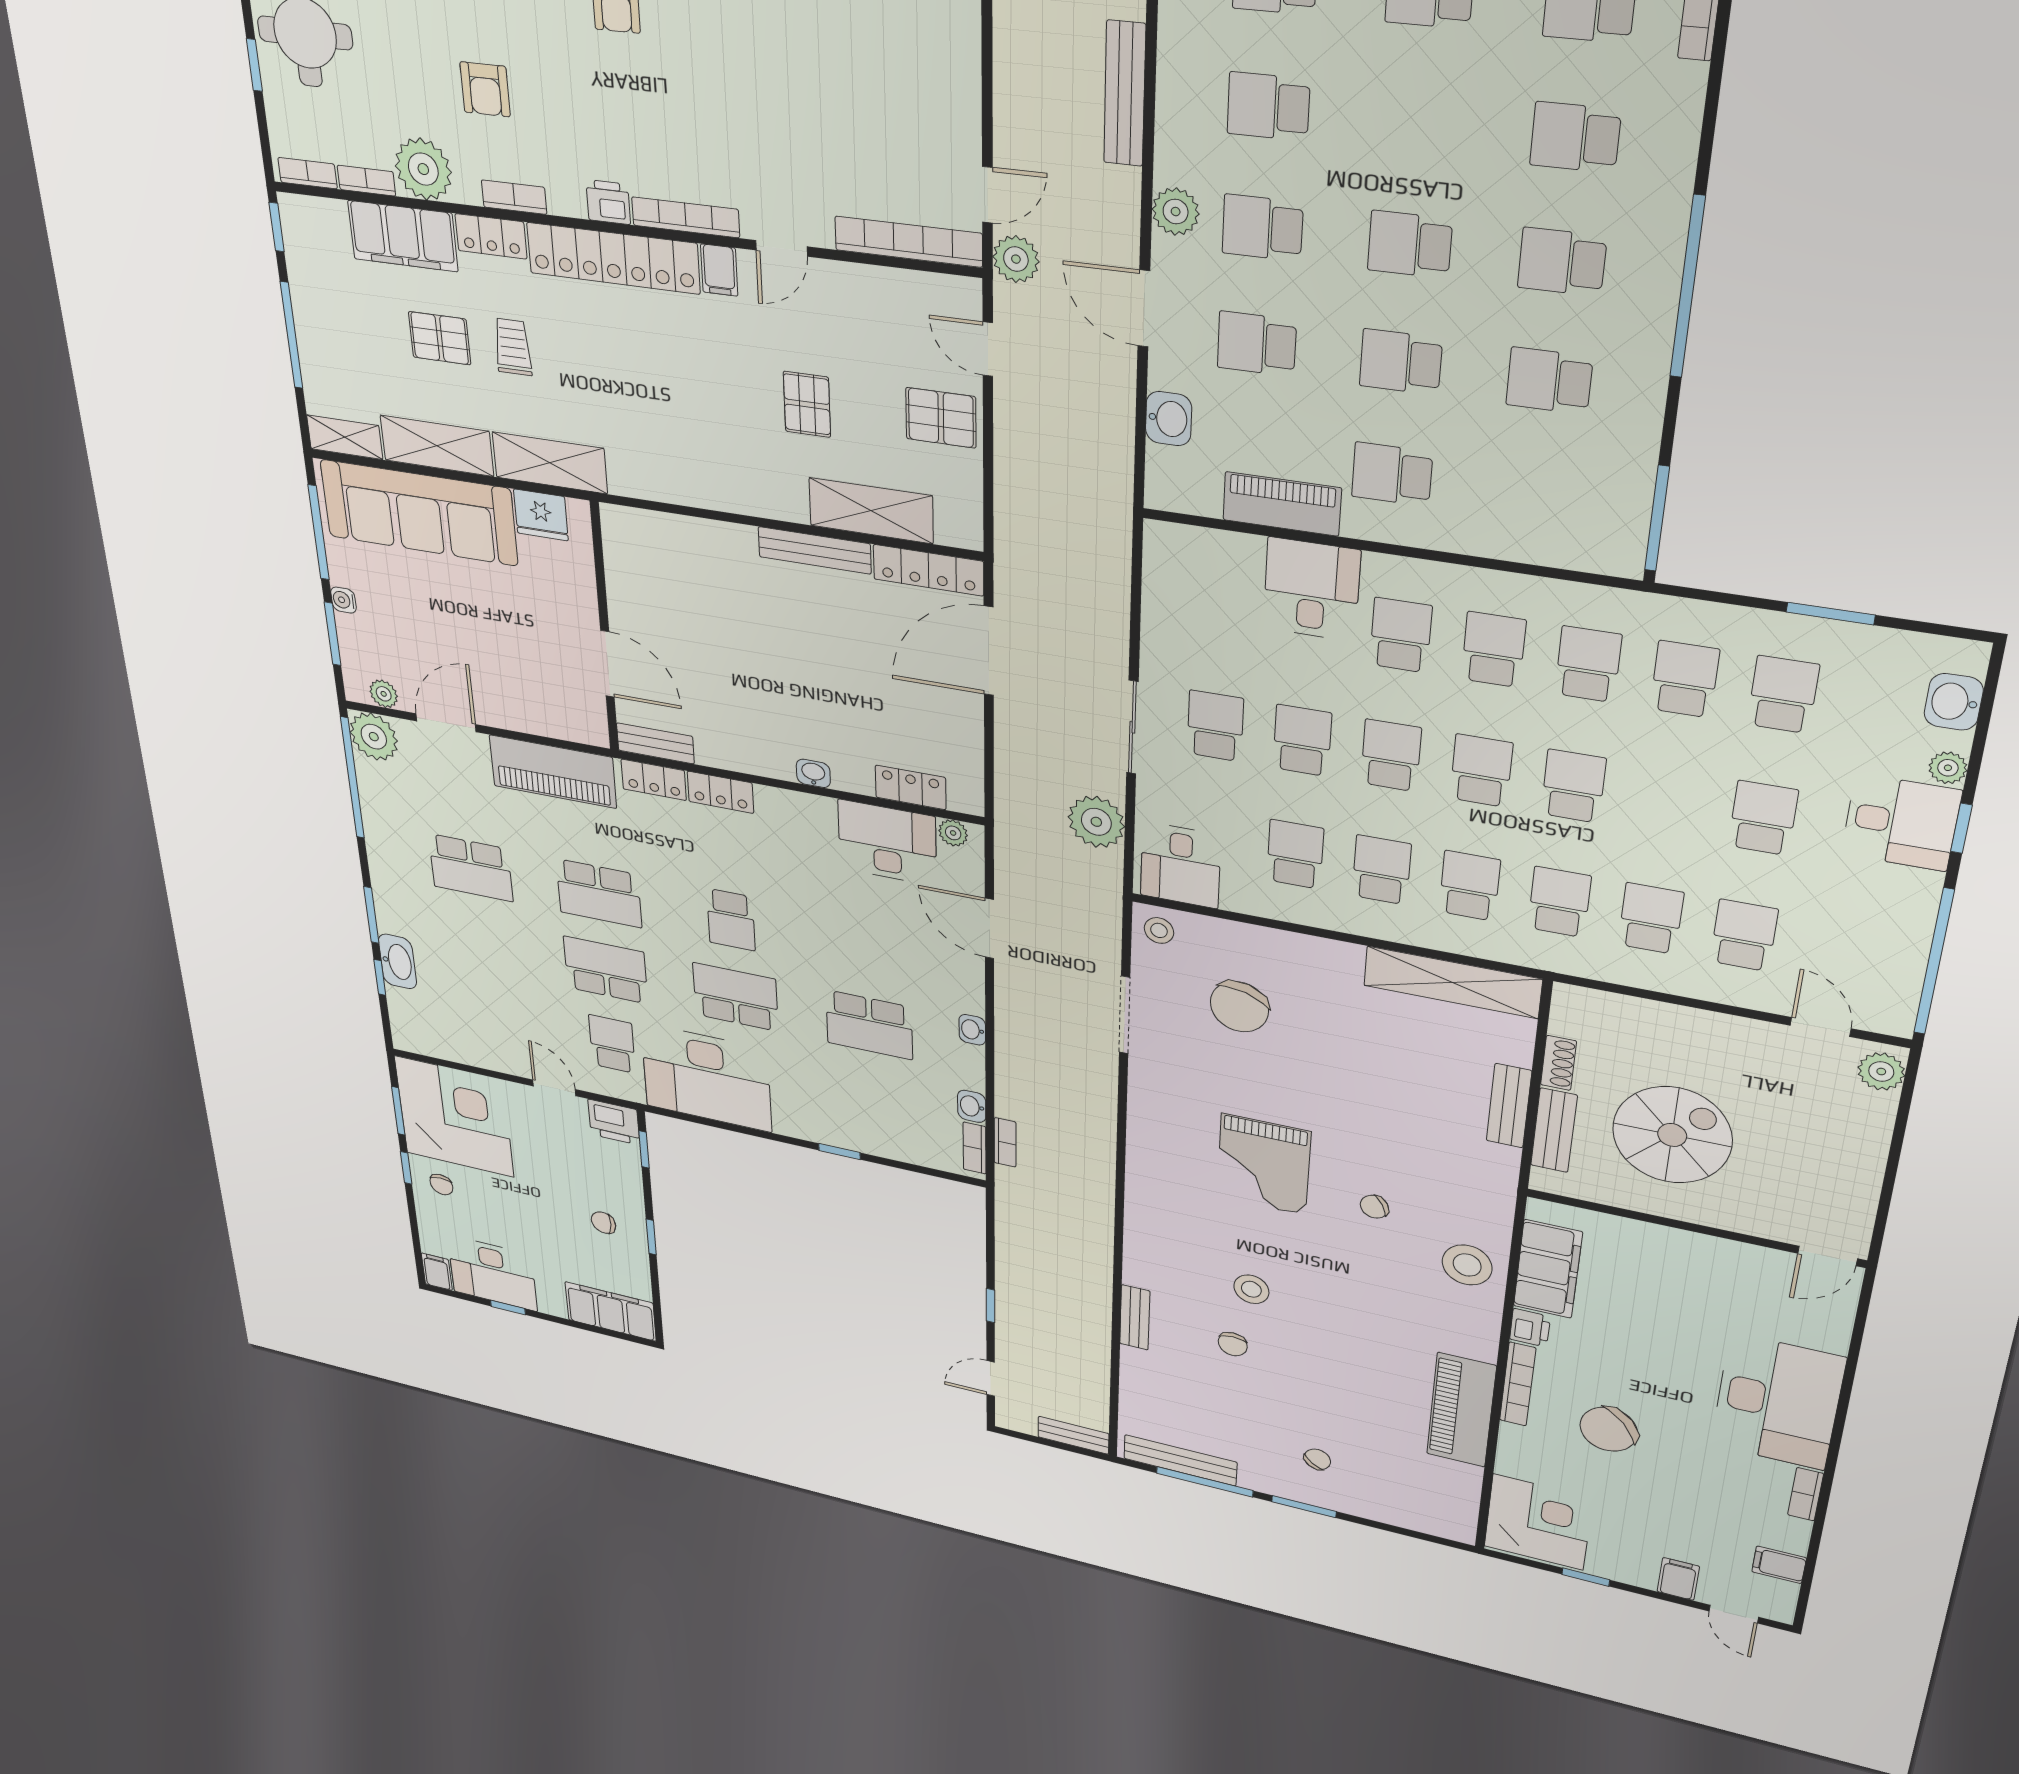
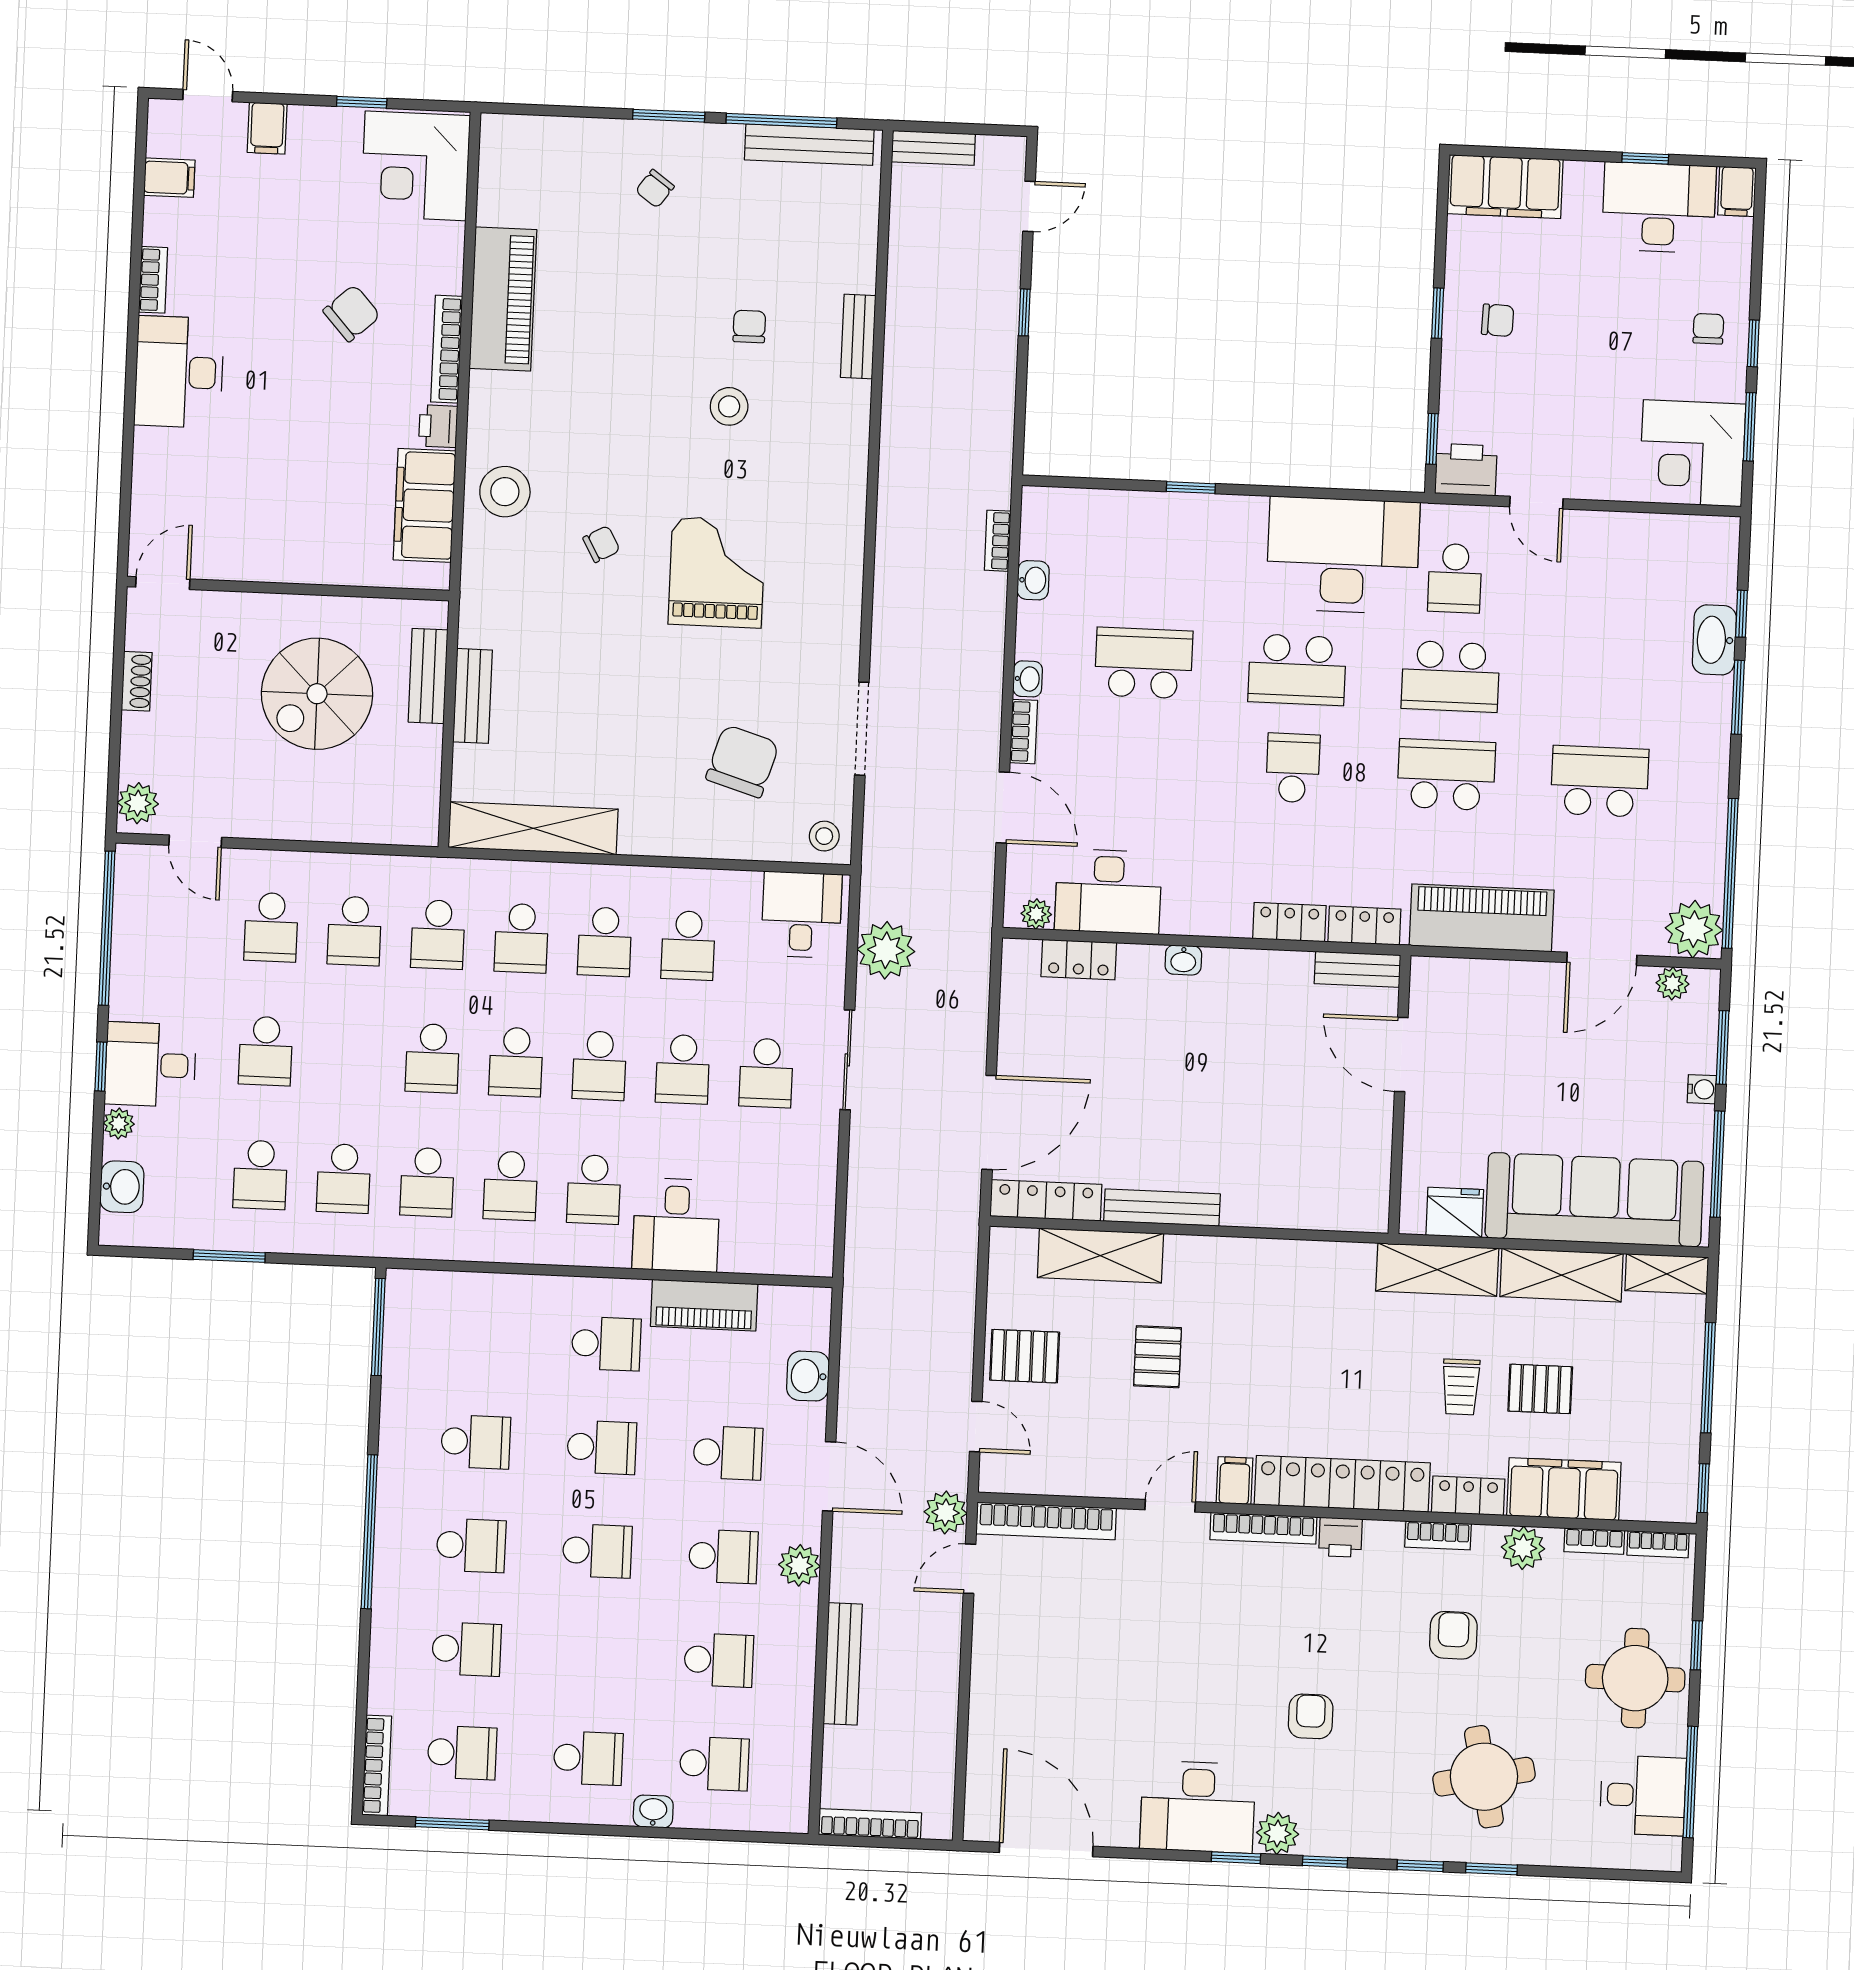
plant: (423, 169) -> (1523, 1548), width x0.73, depth x0.73
shoe rack: (1559, 1063) -> (137, 681), moved, turned 180
corner desk: (454, 1117) -> (1692, 453), width x0.74, depth x0.74
bookcase: (975, 1148) -> (1024, 732), moved
desk: (1777, 1402) -> (179, 372), width x0.73, depth x0.77
chair: (1609, 1429) -> (352, 313), width x0.73, depth x0.73

